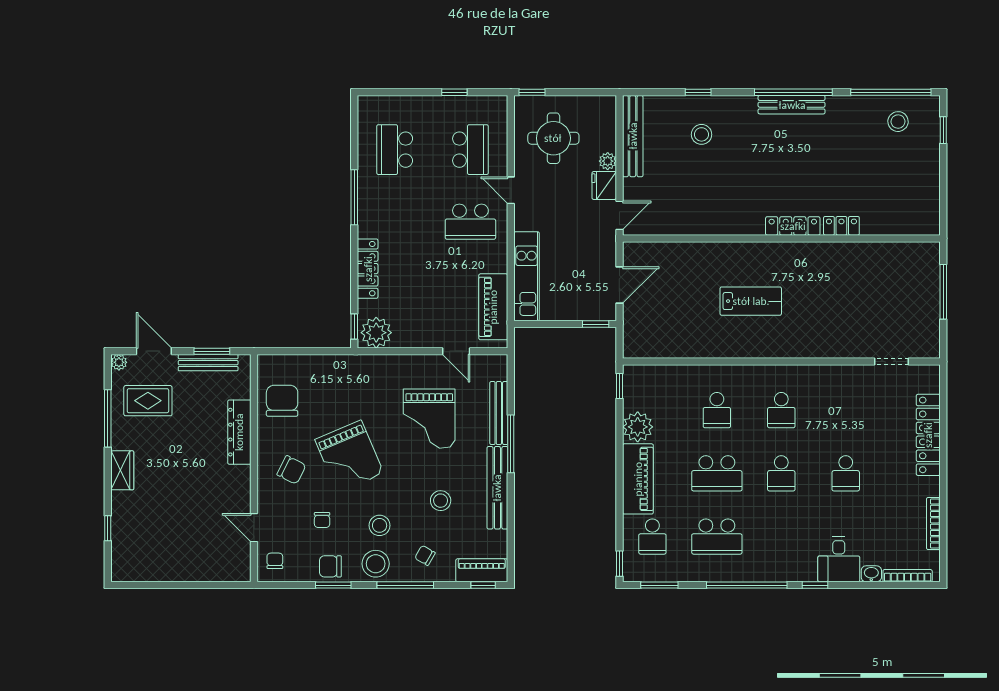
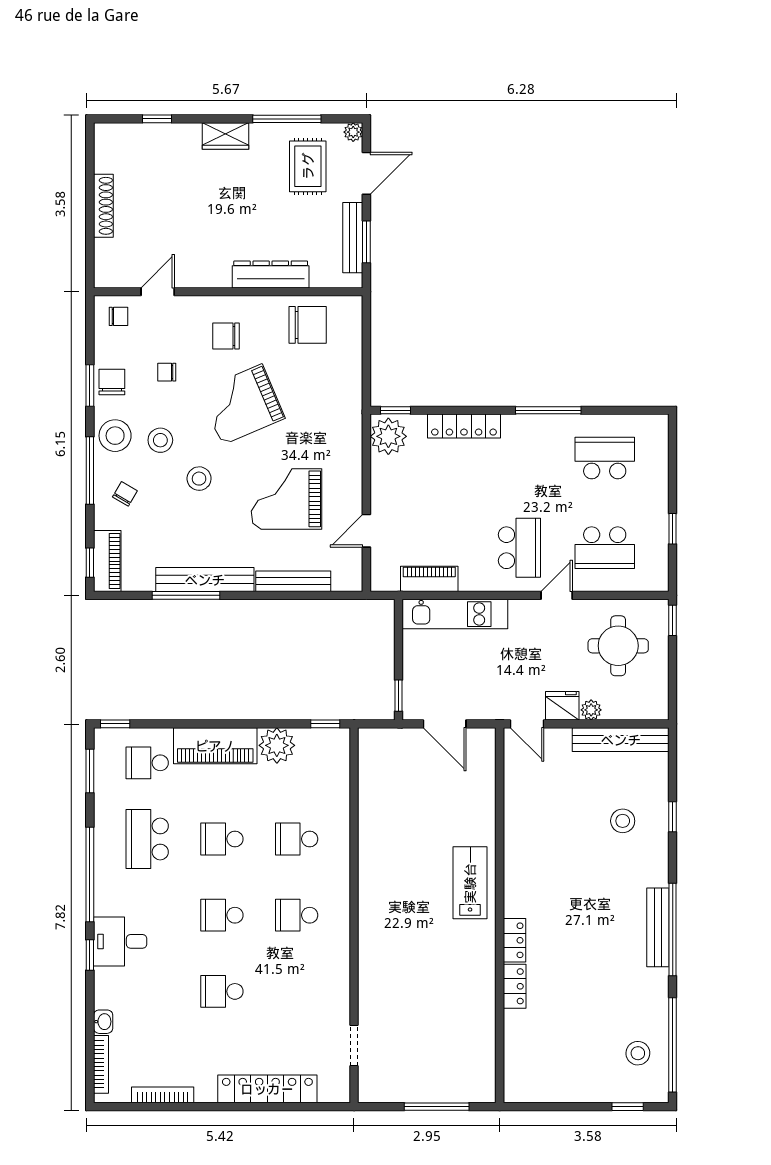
school desk: (470, 222) -> (519, 548), turned 180
locker: (793, 226) -> (514, 940), width x0.66
lab bench: (751, 301) -> (470, 883), moved, turned 180
piano: (493, 307) -> (429, 579), width x0.73, depth x0.75
window: (511, 444) -> (186, 595), moved
chair: (291, 470) -> (226, 336), turned 63
school desk: (717, 473) -> (222, 839), width x0.54
stool: (441, 501) -> (199, 479), moved
desk: (839, 559) -> (120, 941), moved
shoe rack: (181, 574) -> (103, 206), added

